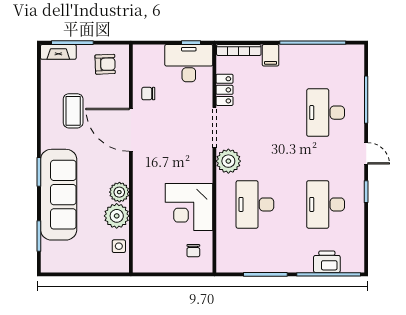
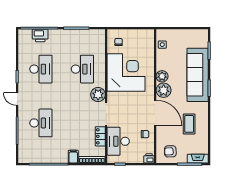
printer: (141, 52) -> (149, 158), added
desk: (189, 63) -> (118, 141), moved, turned 90
corner desk: (189, 207) -> (126, 73), width x1.36, depth x1.36
plant: (117, 216) -> (164, 90), moved

